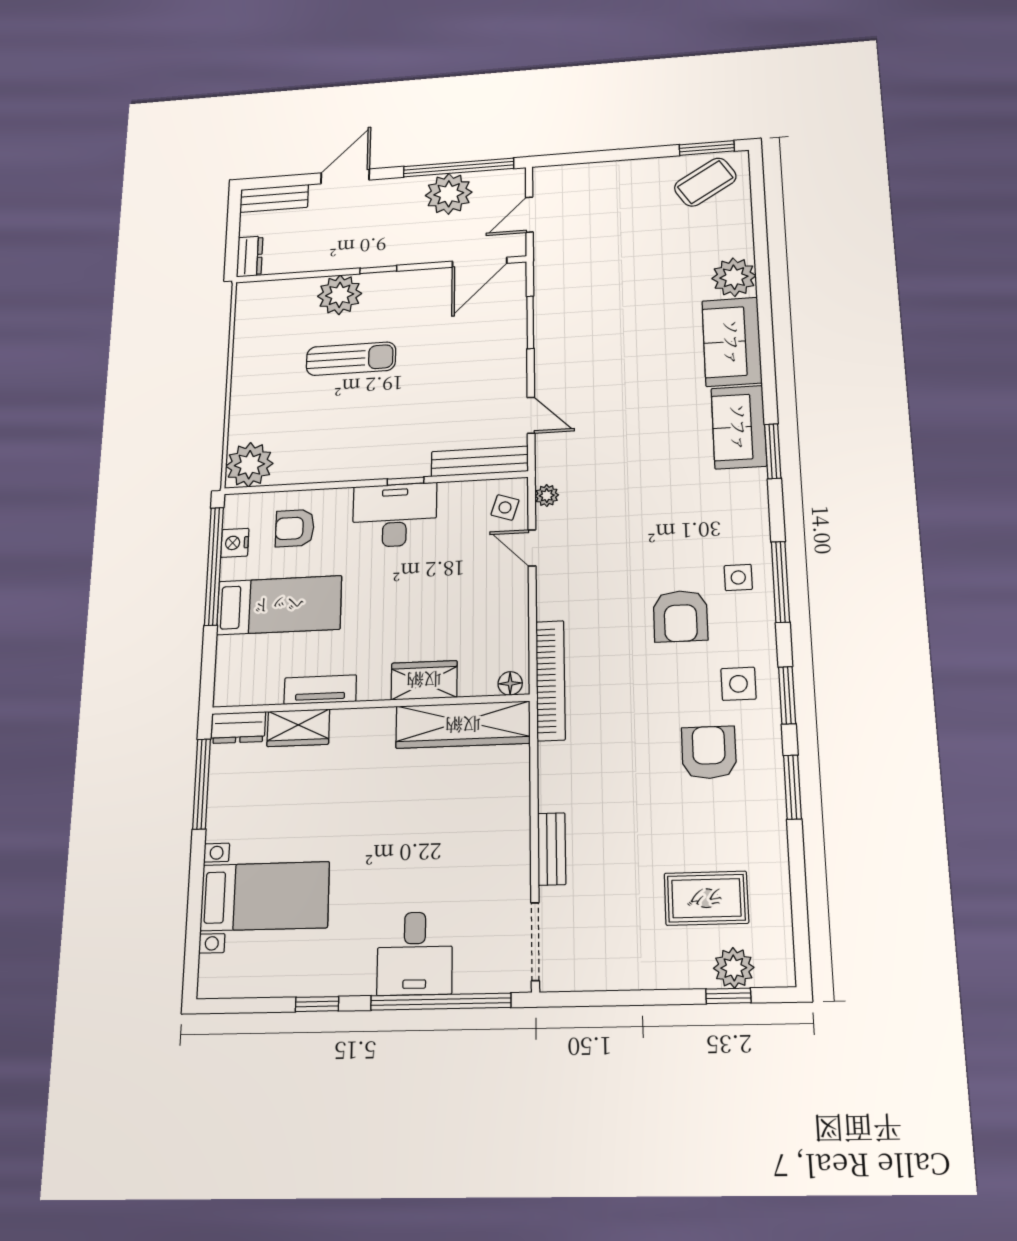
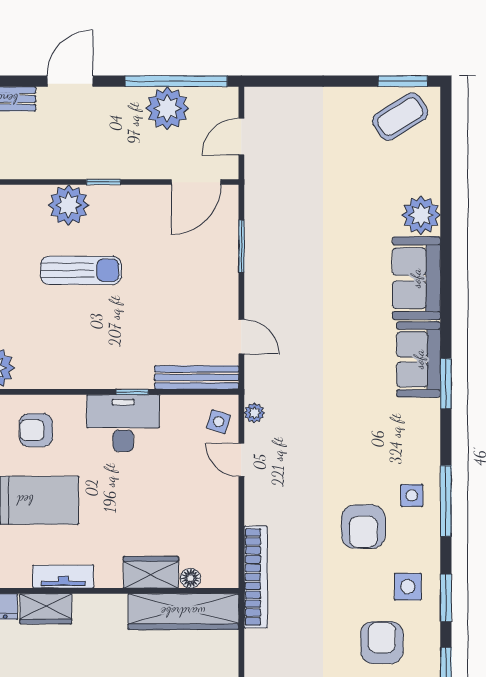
floor lamp: (510, 683) -> (190, 578), moved

